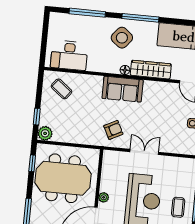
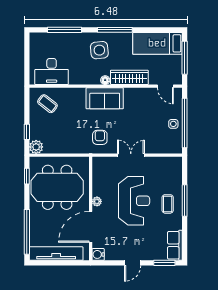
side table: (122, 38) -> (99, 50), turned 45
armchair: (113, 130) -> (100, 137), turned -63

